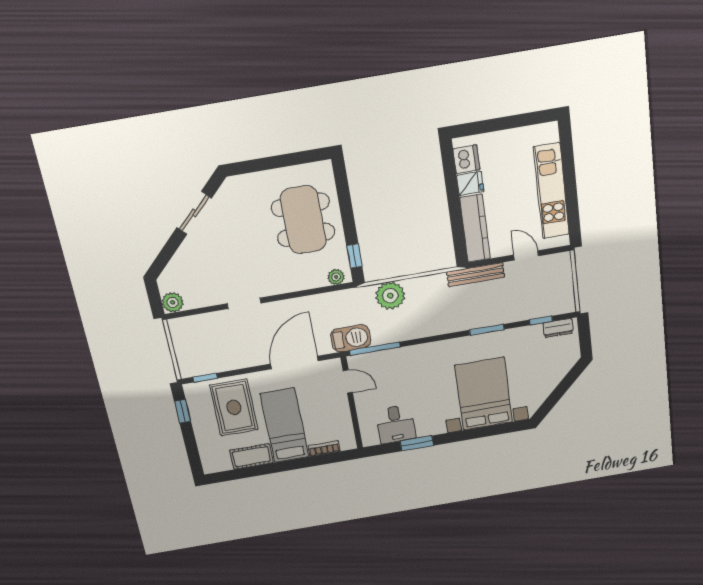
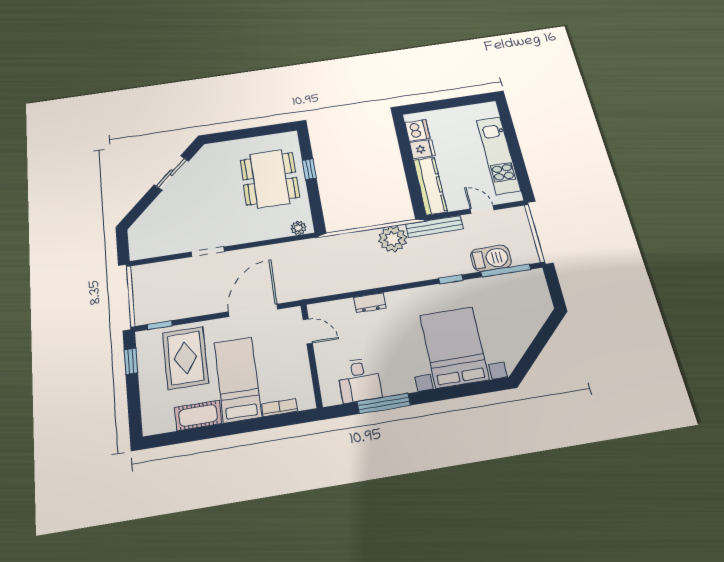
window: (354, 256) -> (309, 169), moved
plant: (390, 296) -> (393, 239), moved
plant: (173, 302) -> (139, 250), removed
window: (541, 320) -> (506, 271), width x2.17
dresser: (558, 328) -> (370, 303), moved
window: (487, 330) -> (451, 279), width x0.67
barbecue: (351, 338) -> (491, 258), moved
window: (375, 349) -> (336, 297), removed
window: (417, 443) -> (384, 404), width x1.44

